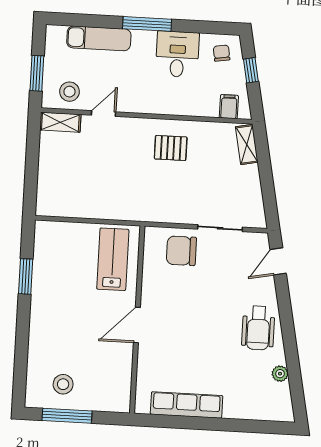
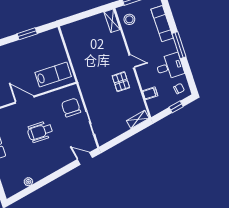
filing cabinet: (229, 107) -> (150, 93), moved
door: (104, 114) -> (132, 61), moved
wheelchair: (258, 328) -> (40, 132), moved

